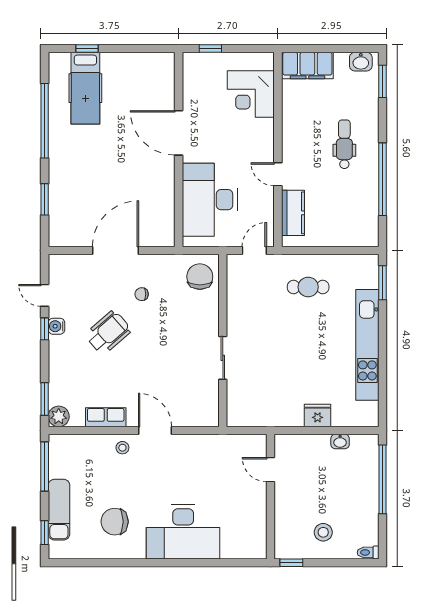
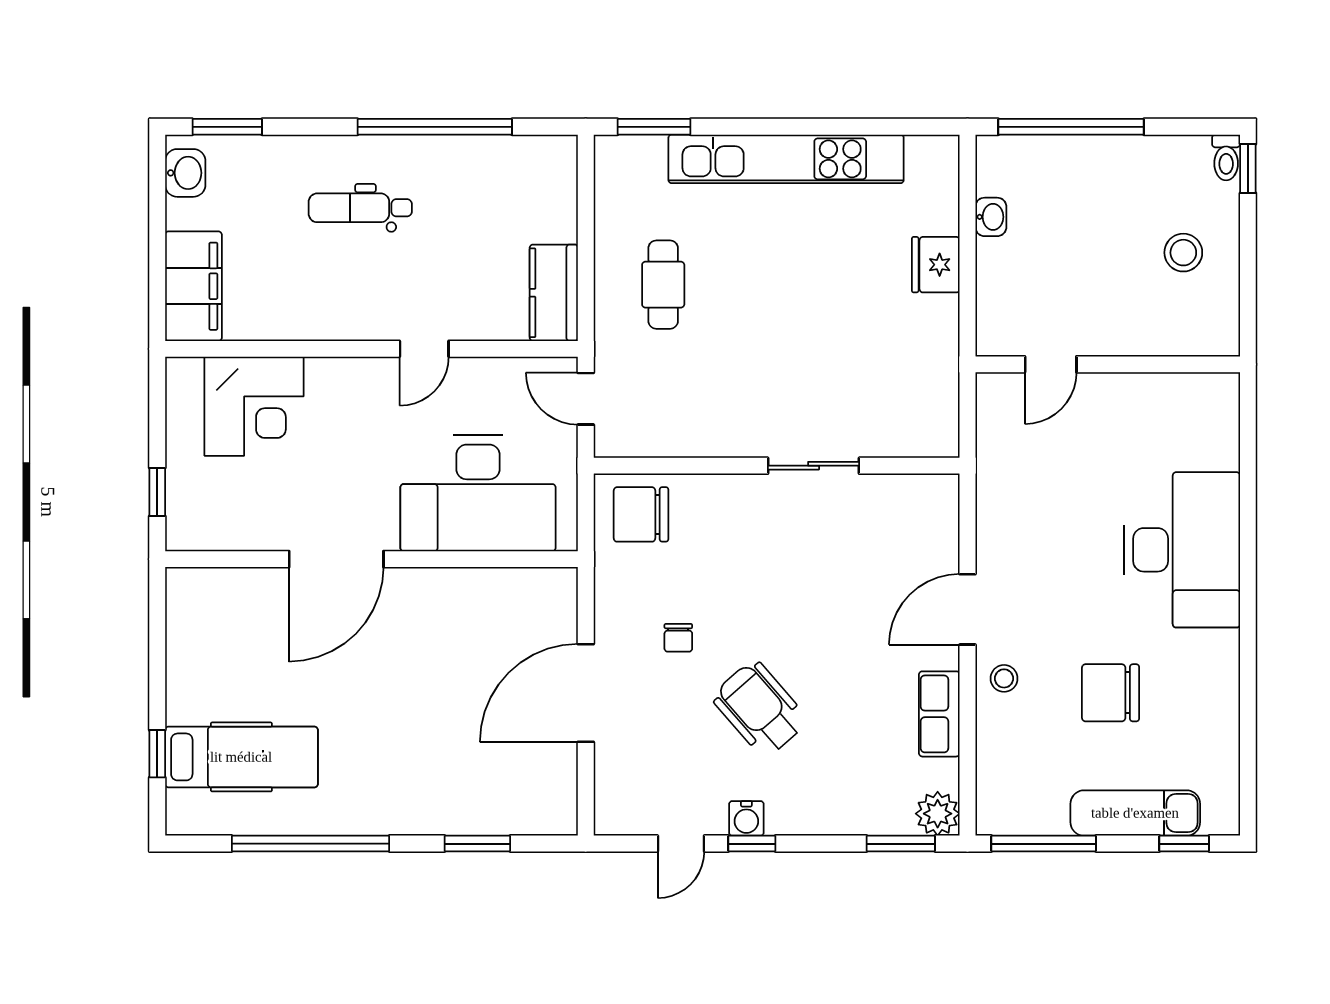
kitchen counter: (293, 213) -> (554, 293), moved, turned -90
door: (116, 250) -> (586, 693), hinge flipped
chair: (115, 522) -> (1111, 693), moved, turned 90
window: (291, 563) -> (1248, 168), moved

